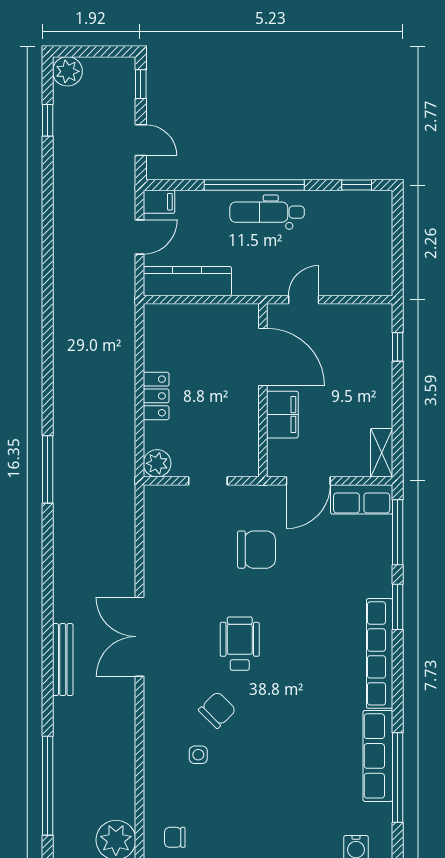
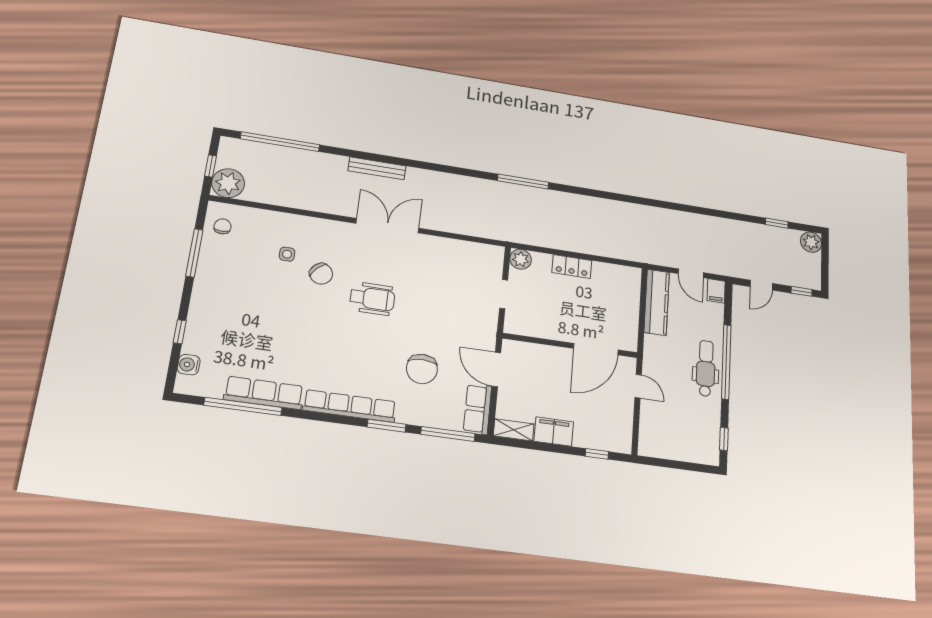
filing cabinet: (282, 415) -> (554, 432), moved, turned 180
chair: (256, 550) -> (422, 369), moved

